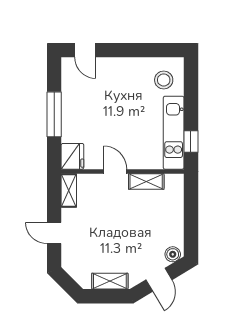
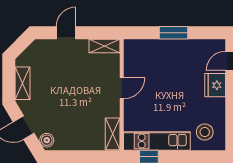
window: (54, 114) -> (173, 33), width x0.69
fridge: (72, 156) -> (215, 85), moved, turned 90
shelving: (146, 182) -> (113, 134), moved

